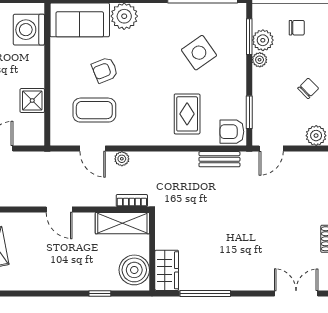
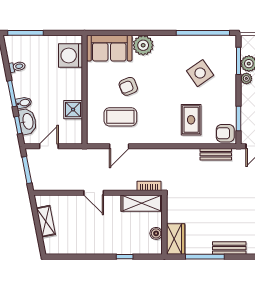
door: (93, 149) -> (119, 146), hinge flipped
plant: (122, 159) -> (141, 154), removed
boiler: (134, 270) -> (156, 233), width x0.54, depth x0.54
bench: (237, 282) -> (229, 248), added

